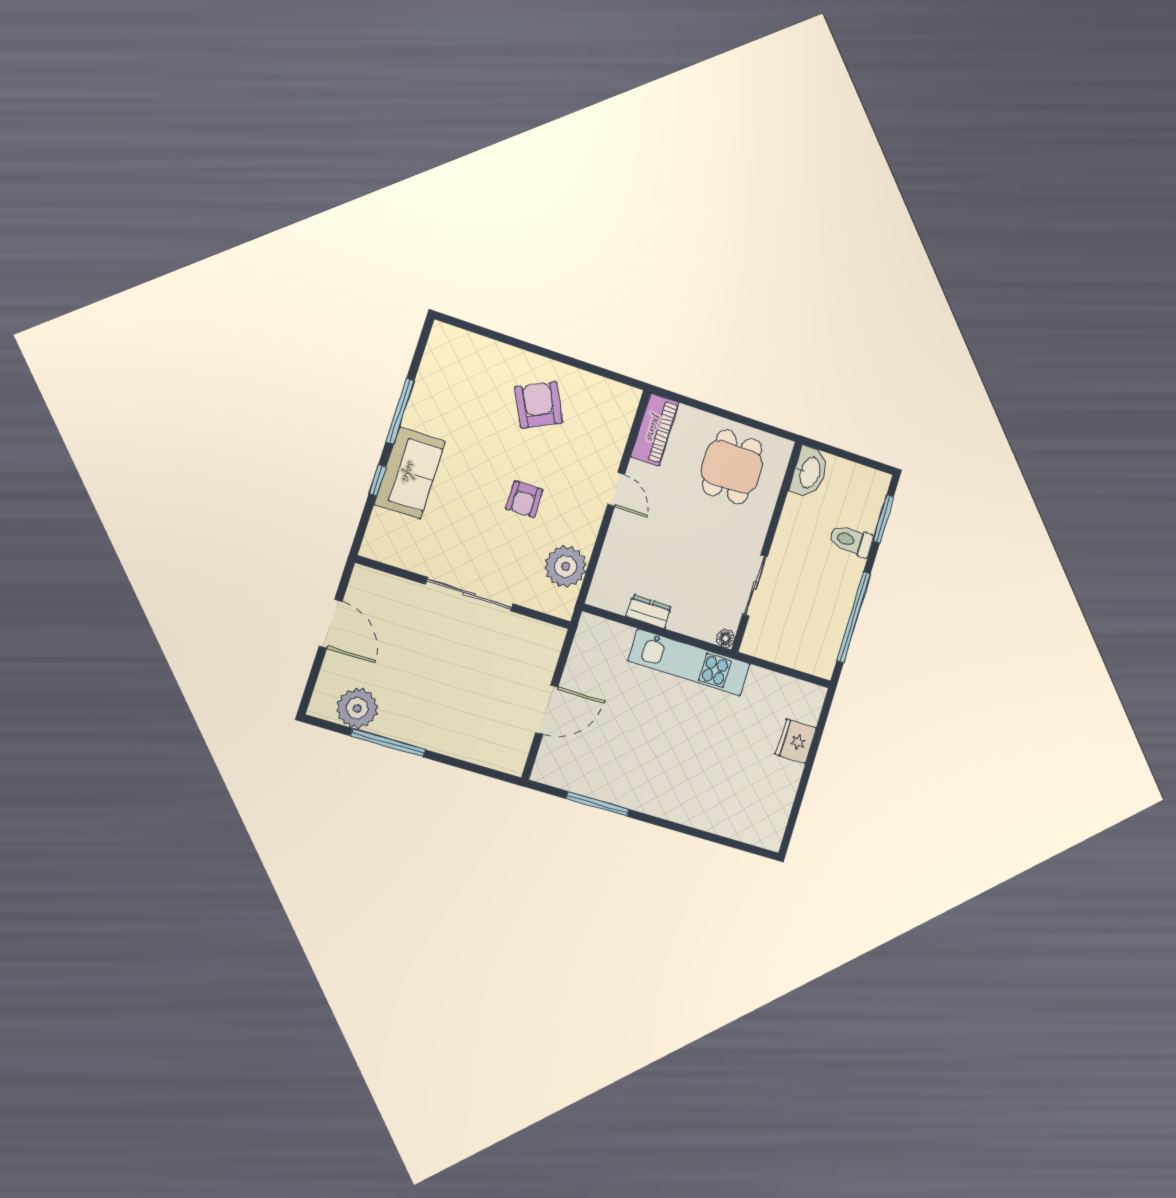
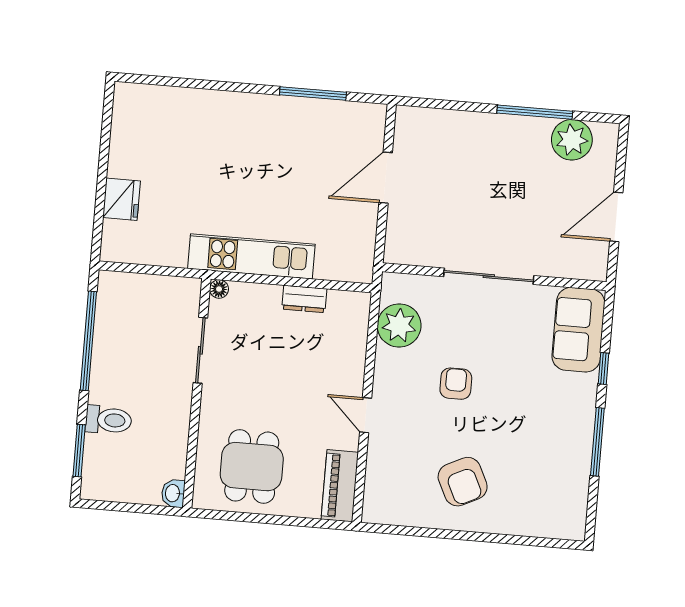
washbasin: (809, 472) -> (173, 493), width x0.52, depth x0.69
sofa: (410, 473) -> (578, 330), moved
door: (331, 624) -> (616, 217), hinge flipped

